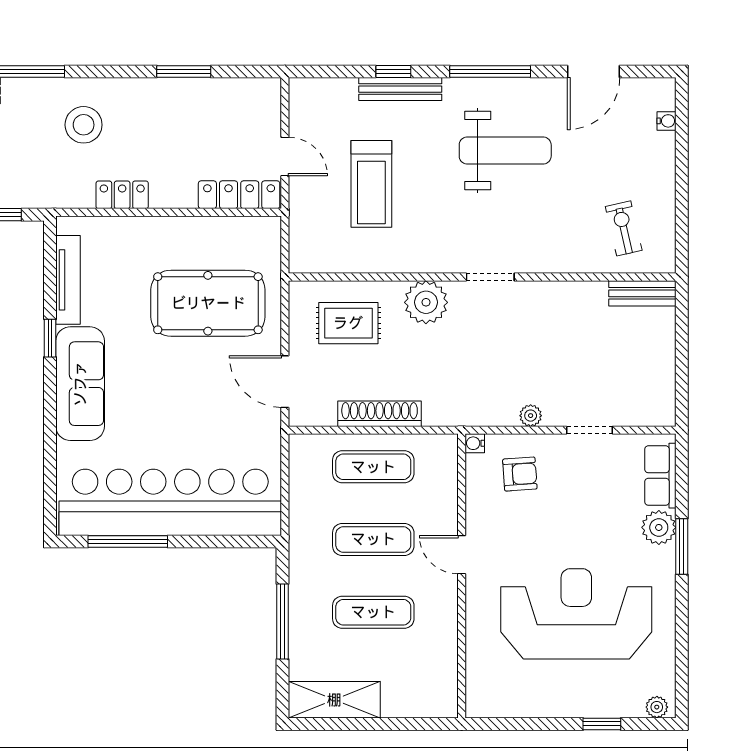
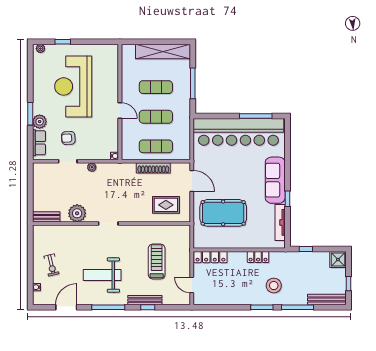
window: (184, 72) -> (262, 307), moved
door: (285, 157) -> (192, 285), moved
exercise bike: (624, 228) -> (51, 265), moved
plant: (426, 302) -> (77, 213), moved
armchair: (520, 474) -> (68, 138), moved
reception desk: (576, 614) -> (73, 86), turned 90
shelving: (334, 700) -> (163, 52), width x1.47

